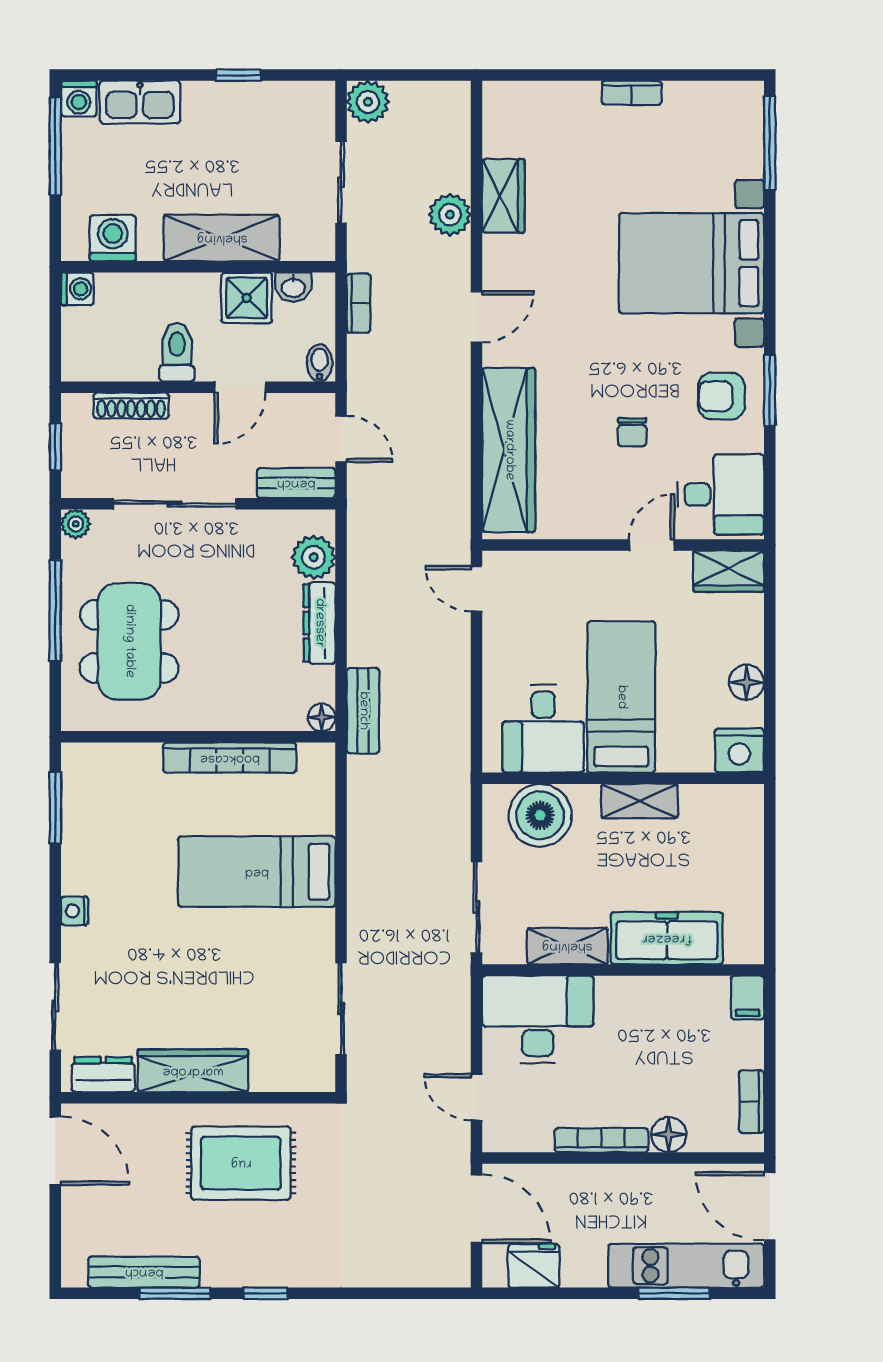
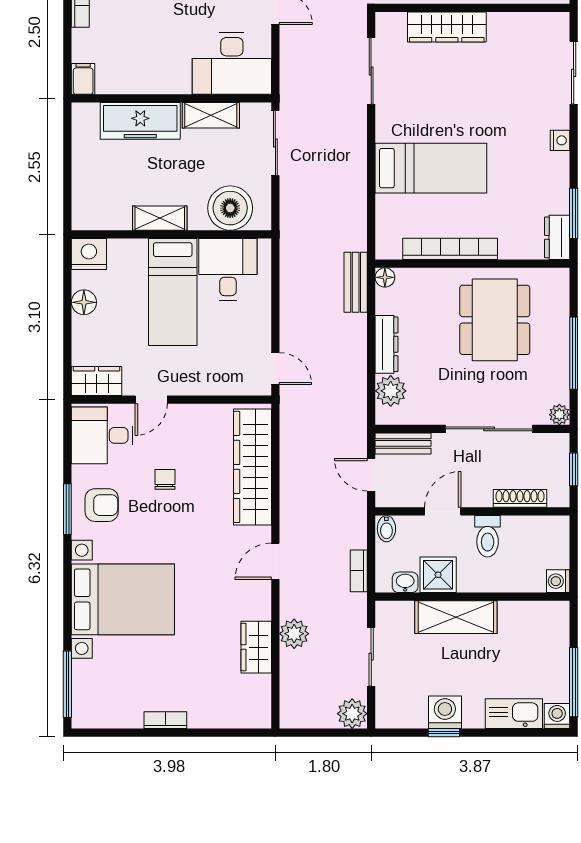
washing machine: (113, 238) -> (445, 712), moved, turned 180
dining table: (129, 641) -> (495, 320), moved
wardrobe: (193, 1071) -> (447, 27), moved
dresser: (103, 1074) -> (557, 237), moved, turned 90

